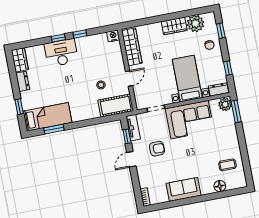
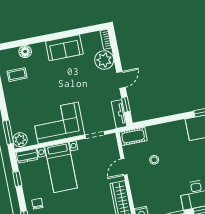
cot: (116, 105) -> (133, 136), width x0.73, depth x0.75
armchair: (157, 149) -> (93, 91), removed
plant: (147, 178) -> (104, 60), added

